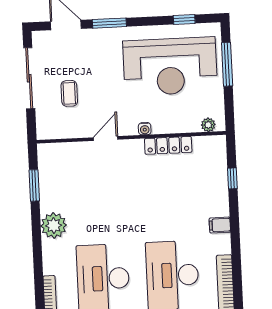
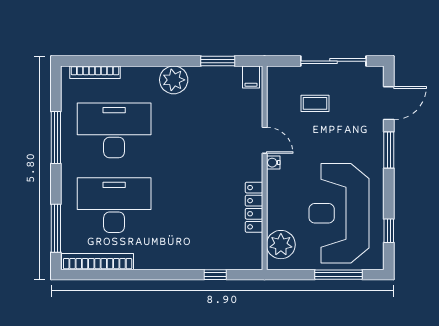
plant: (208, 125) -> (281, 245), width x1.88, depth x1.88
water cooler: (145, 129) -> (273, 163), moved
filing cabinet: (220, 225) -> (251, 77), moved, turned 180

